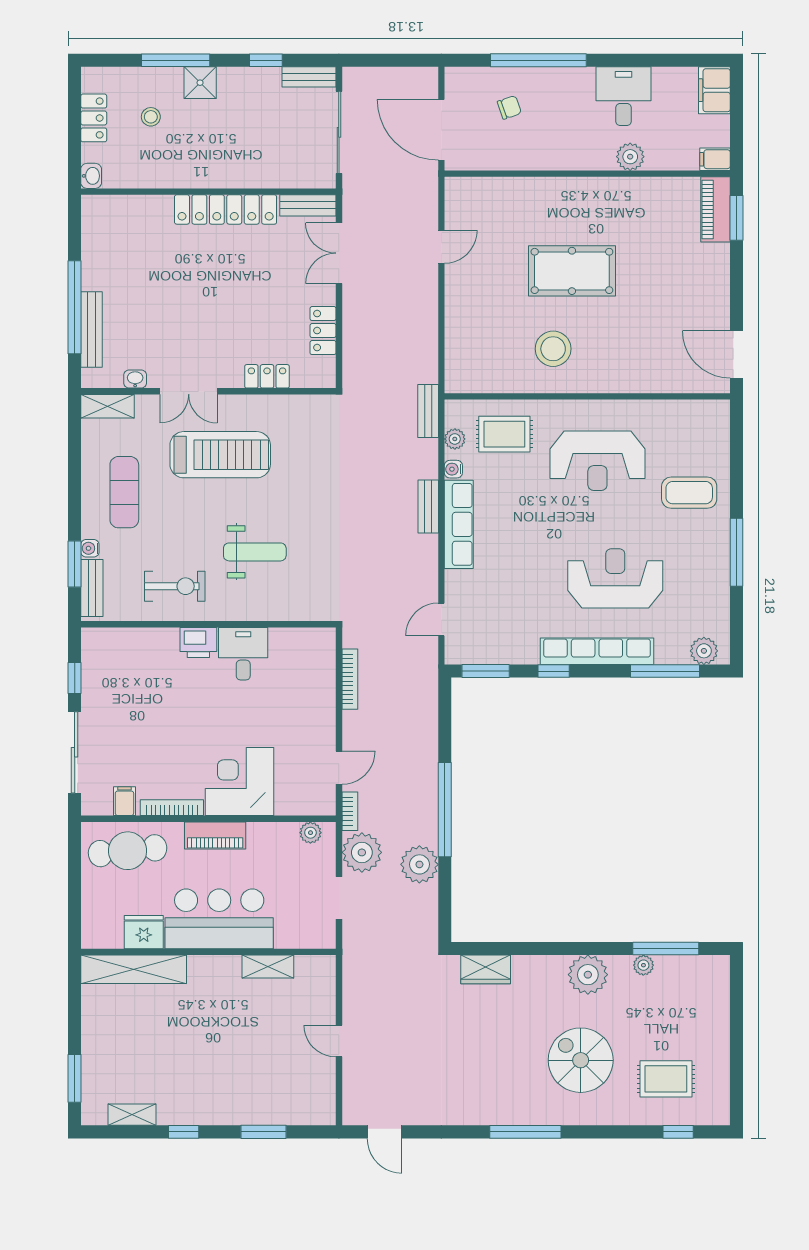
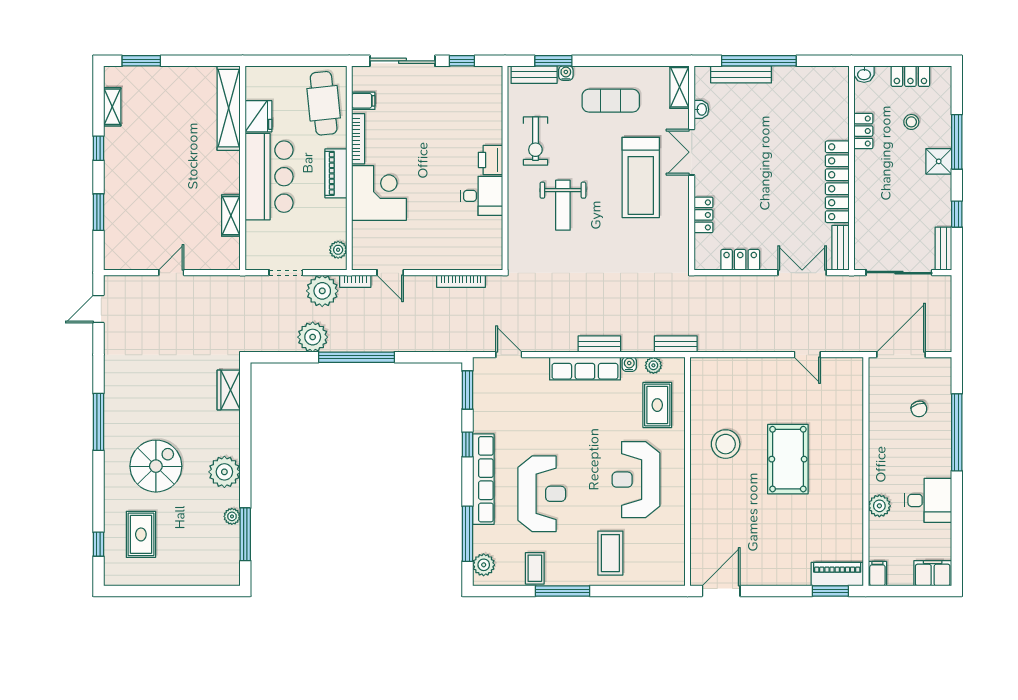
locker: (162, 177) -> (863, 131), added
coffee table: (708, 587) -> (535, 568), added

